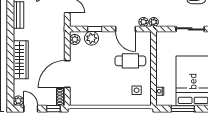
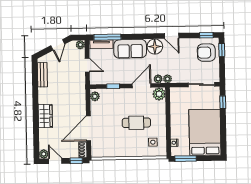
door: (125, 29) -> (142, 86), swing flipped
plant: (92, 38) -> (159, 94), moved
wardrobe: (21, 60) -> (45, 116), width x0.67
cafe table: (130, 61) -> (136, 123), moved
window: (183, 109) -> (186, 159), moved

